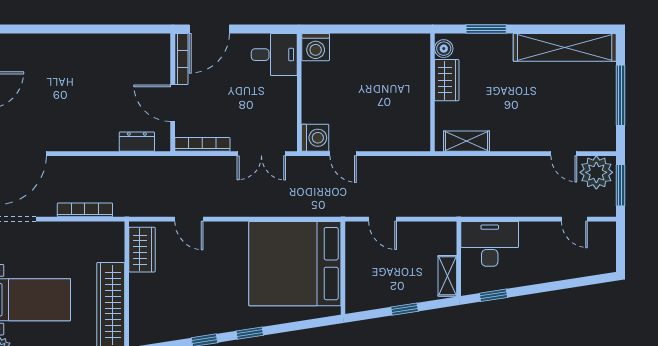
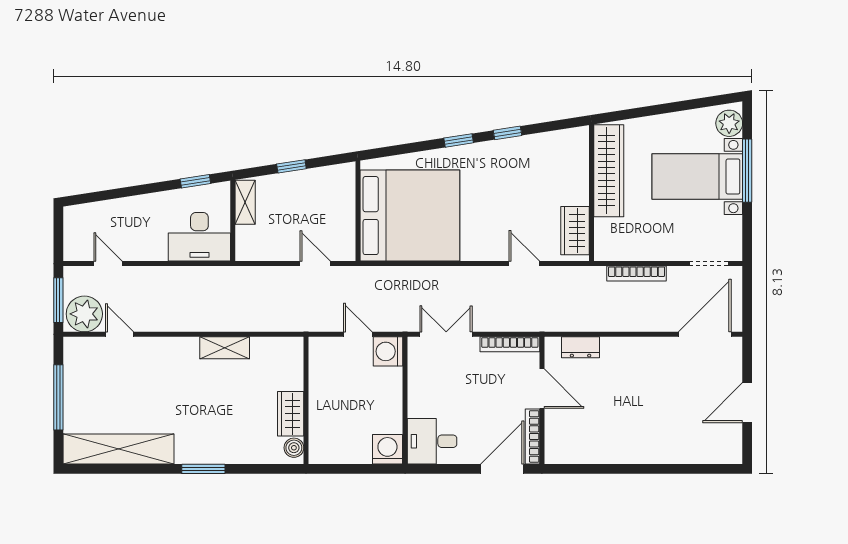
boiler: (444, 49) -> (294, 448), moved
wardrobe: (447, 80) -> (291, 414), moved
wall: (433, 92) -> (306, 400), moved

